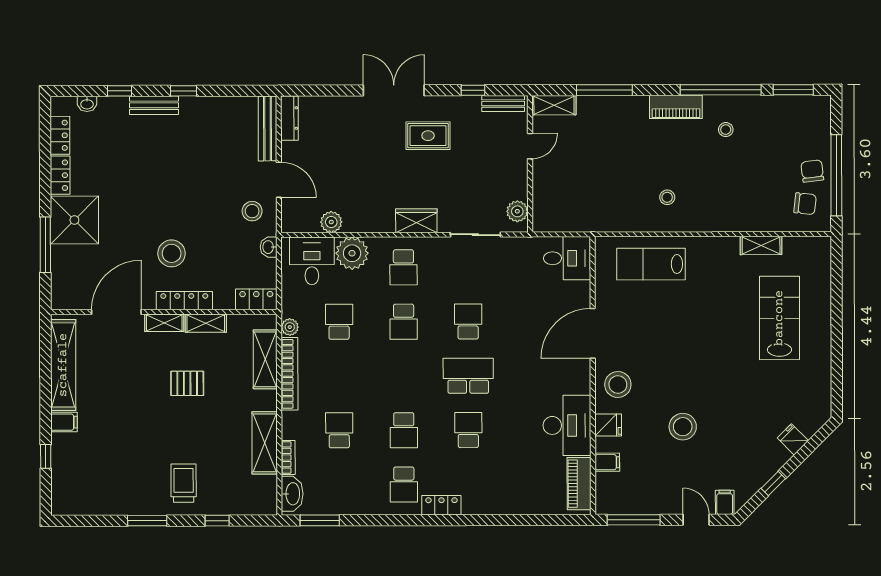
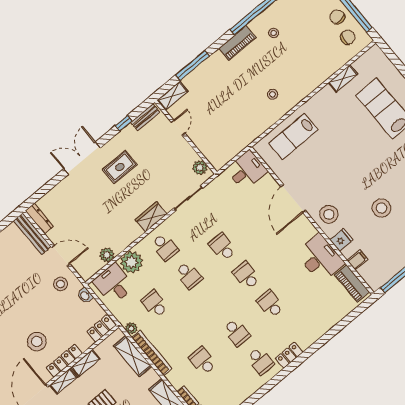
school desk: (468, 376) -> (246, 276), width x0.54

